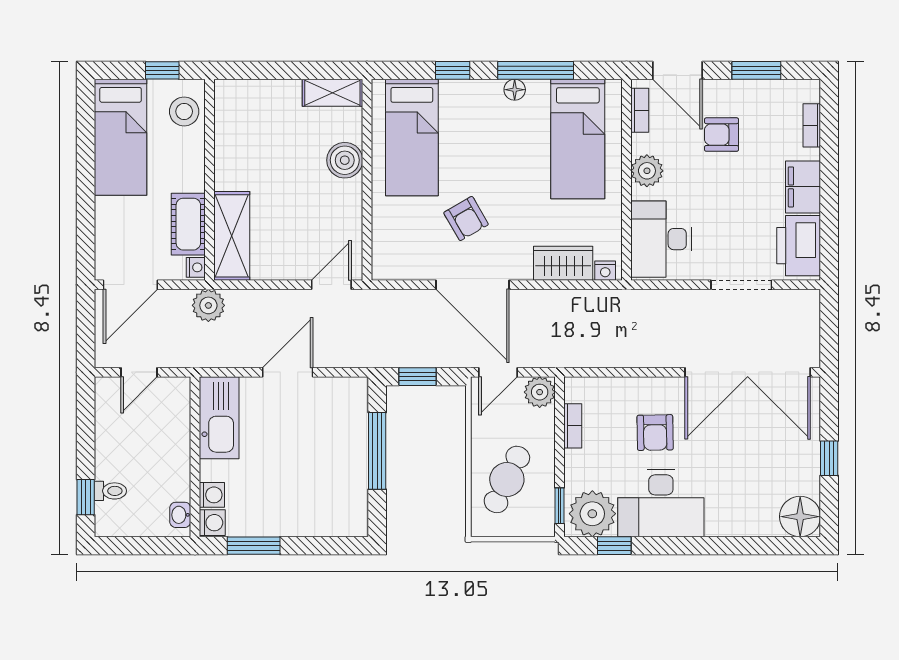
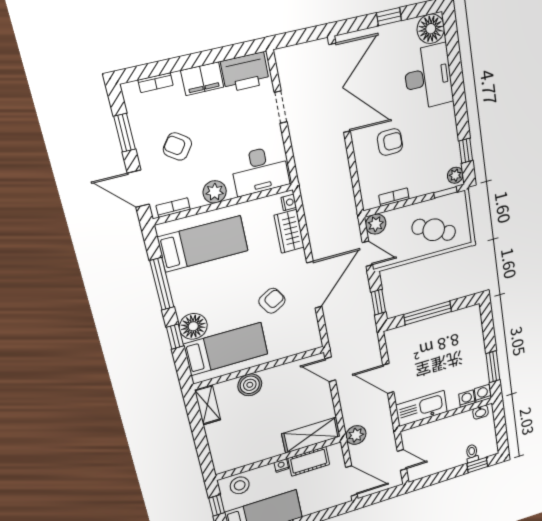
door: (677, 70) -> (138, 189), swing flipped
floor lamp: (515, 90) -> (193, 326), moved, width x1.89, depth x1.89
armchair: (722, 135) -> (177, 147), turned 126
nightstand: (196, 267) -> (281, 465), moved
doorway: (741, 285) -> (281, 107), width x0.73
desk: (661, 503) -> (428, 77), moved
plant: (592, 514) -> (455, 175), width x0.53, depth x0.53

